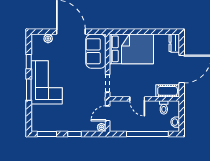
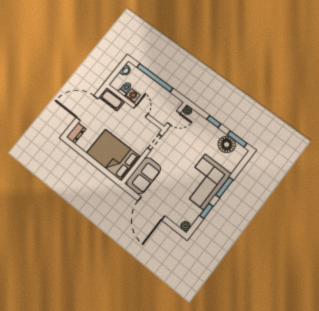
plant: (48, 39) -> (185, 226), moved
washing machine: (153, 106) -> (132, 96), added
floor lamp: (52, 124) -> (227, 144), added

